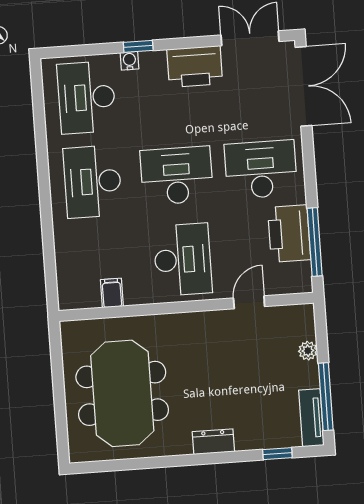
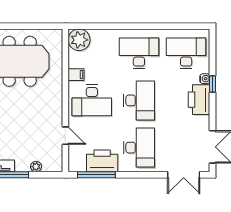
printer: (195, 67) -> (199, 100), moved
double door: (304, 86) -> (184, 175), width x0.73
plant: (76, 290) -> (79, 40), added
filing cabinet: (112, 293) -> (76, 75), moved

